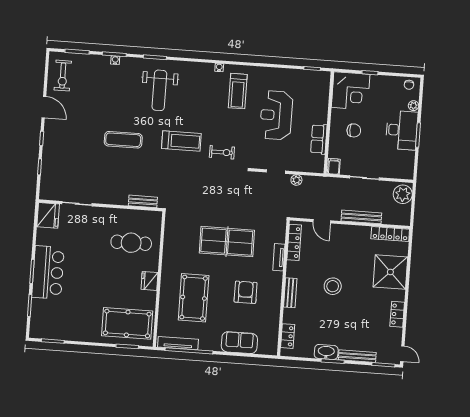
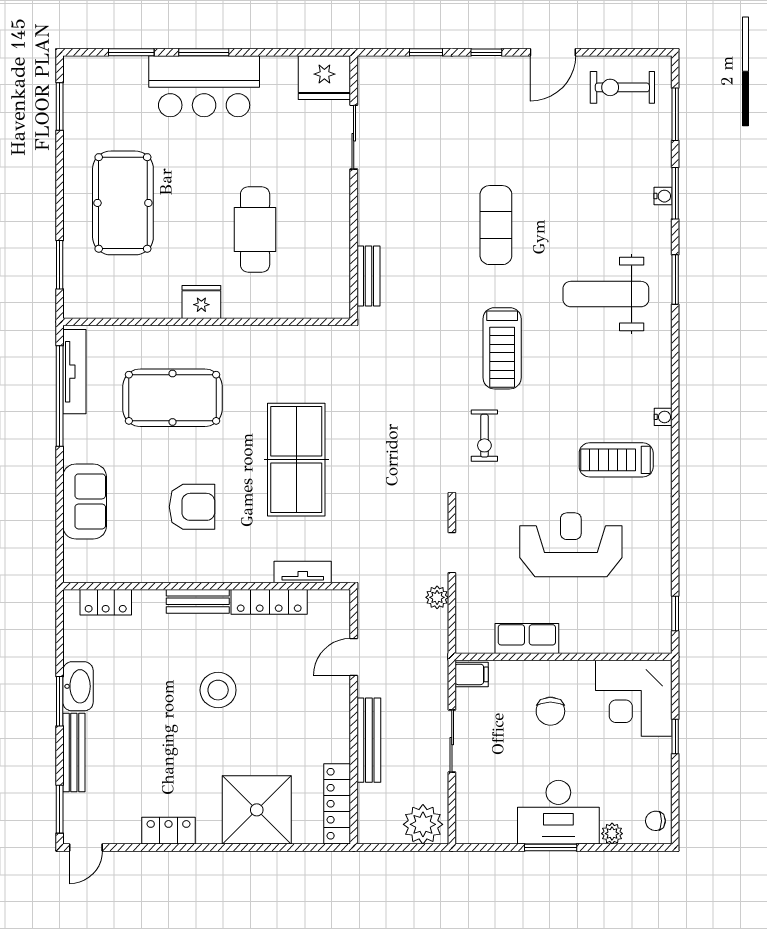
locker: (294, 242) -> (269, 602), moved
cafe table: (131, 243) -> (255, 230), moved
tv unit: (279, 257) -> (303, 572), moved
pool table: (127, 323) -> (123, 203), moved

